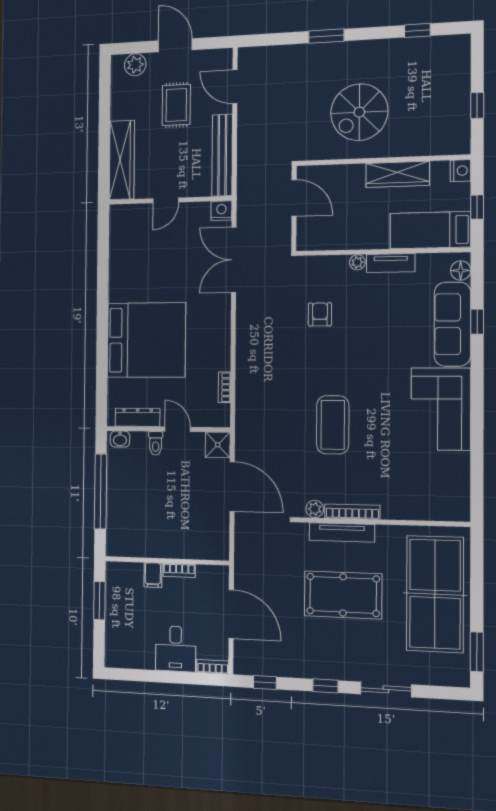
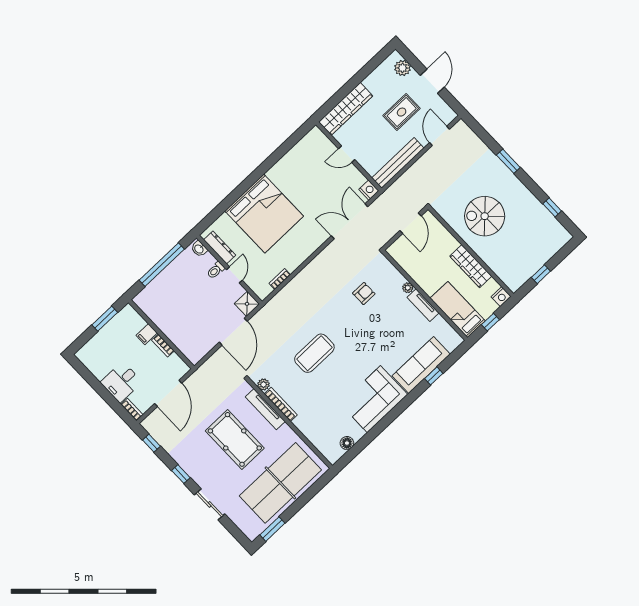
floor lamp: (461, 270) -> (347, 443), moved

